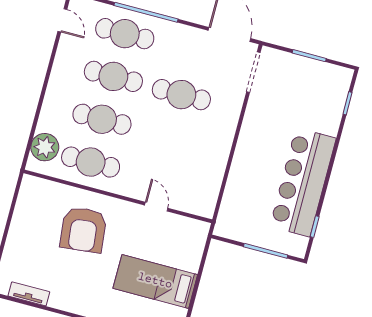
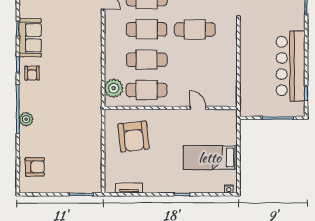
armchair: (83, 230) -> (134, 136), moved

